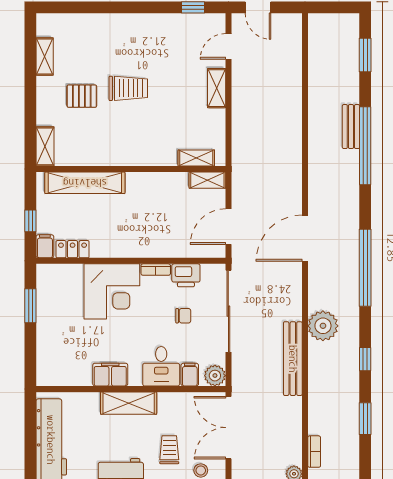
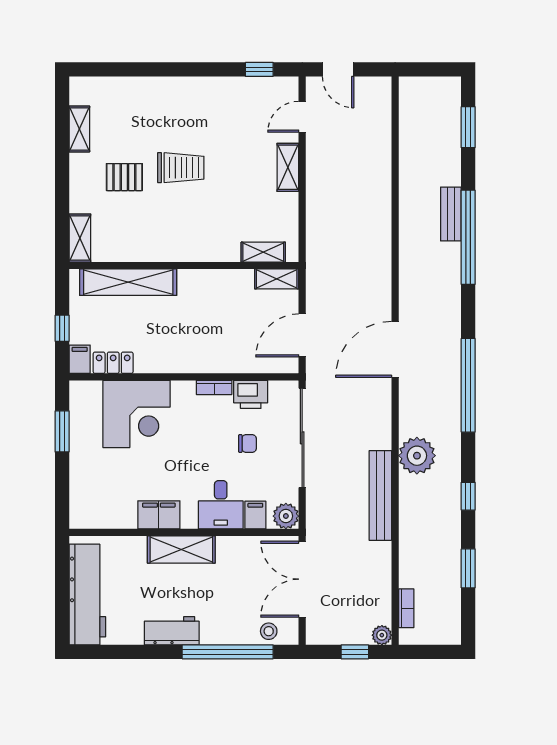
corner desk: (112, 291) -> (137, 414), moved
trolley: (169, 450) -> (230, 606), removed

